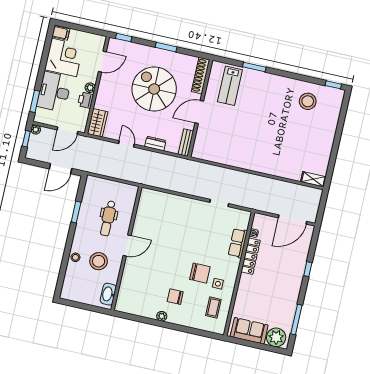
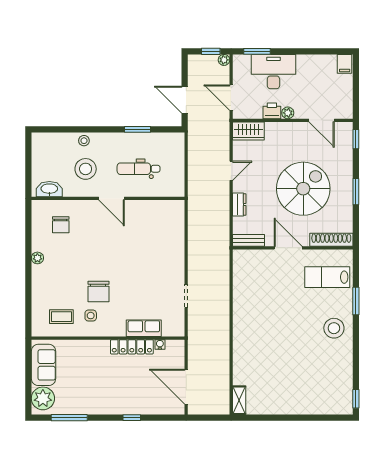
corner desk: (64, 57) -> (316, 74), removed
stool: (308, 101) -> (334, 328), moved
chair: (175, 297) -> (61, 225), moved, turned 180

